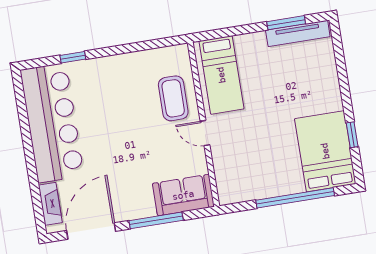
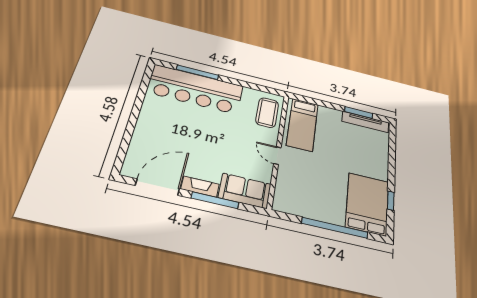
window: (73, 57) -> (197, 72), width x2.17
coffee table: (173, 98) -> (267, 113), moved
bar counter: (52, 123) -> (195, 89), moved, turned 90
fireplace: (50, 204) -> (200, 187), moved, turned -90

